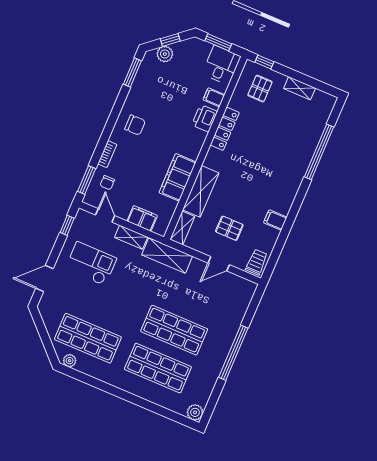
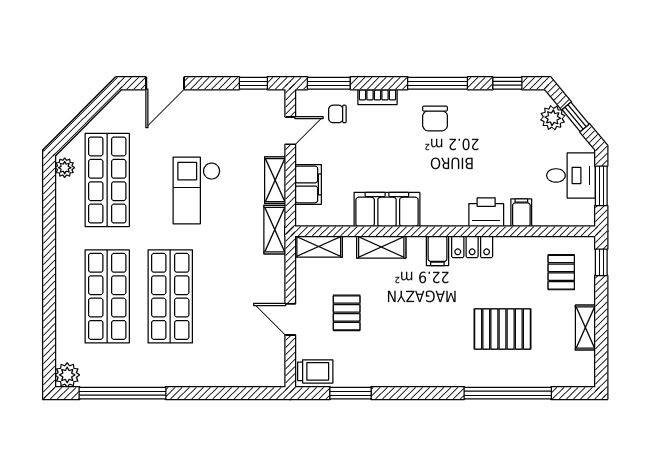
desk: (221, 65) -> (571, 175), moved
window: (132, 72) -> (507, 83), width x0.67
pallet: (260, 89) -> (561, 272), turned 90
window: (114, 114) -> (438, 83), added
locker: (225, 129) -> (472, 247), width x0.66
pallet: (279, 138) -> (502, 329), added
shelving: (201, 191) -> (381, 247), width x0.67, depth x0.75
filing cabinet: (275, 220) -> (437, 251), moved, turned 180
window: (279, 246) -> (351, 393), added
shelving: (167, 255) -> (275, 230), width x0.67, depth x0.75
checkout: (91, 264) -> (197, 190), moved, turned 180
door: (44, 278) -> (165, 83), swing flipped
window: (233, 353) -> (122, 393), moved

